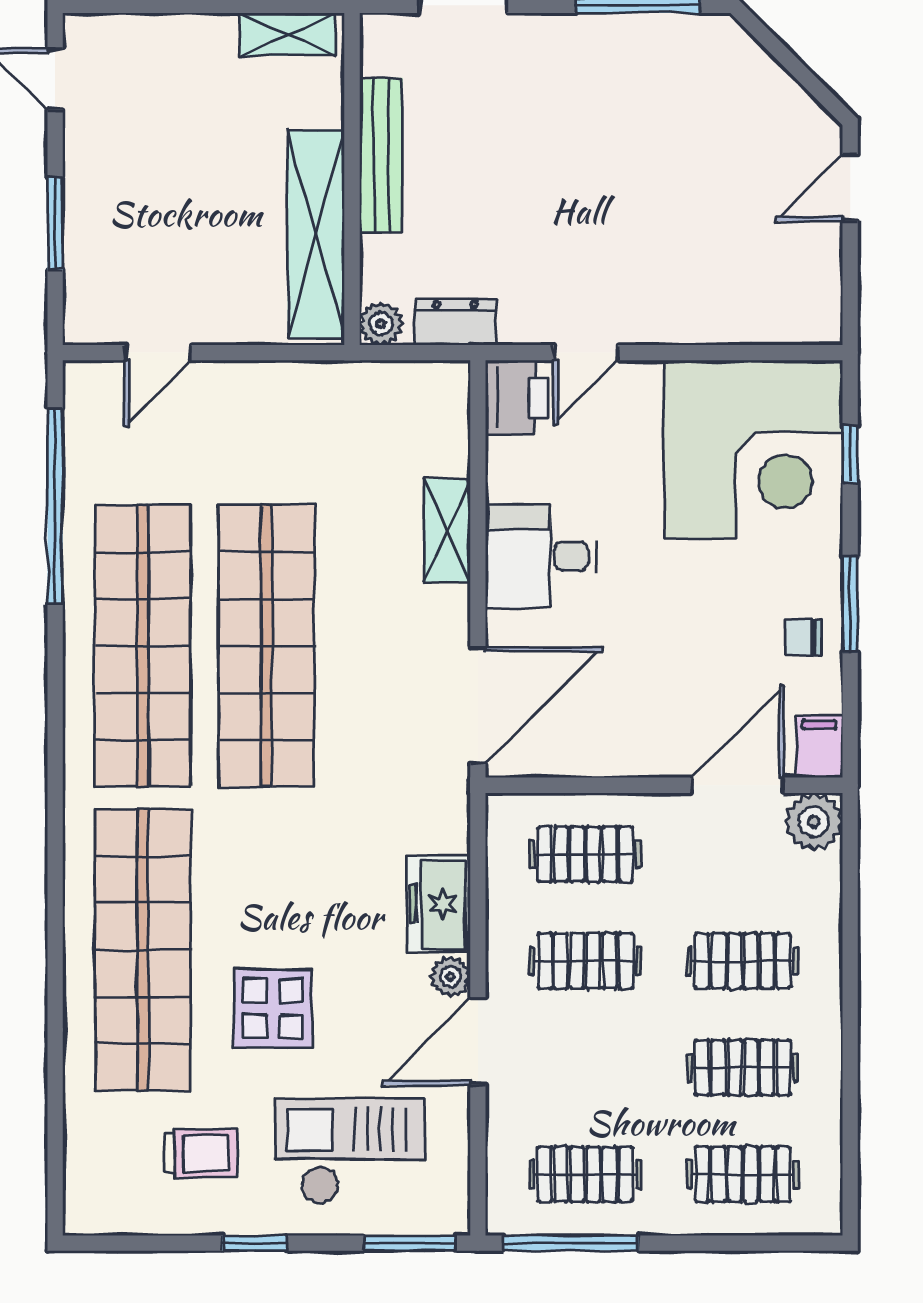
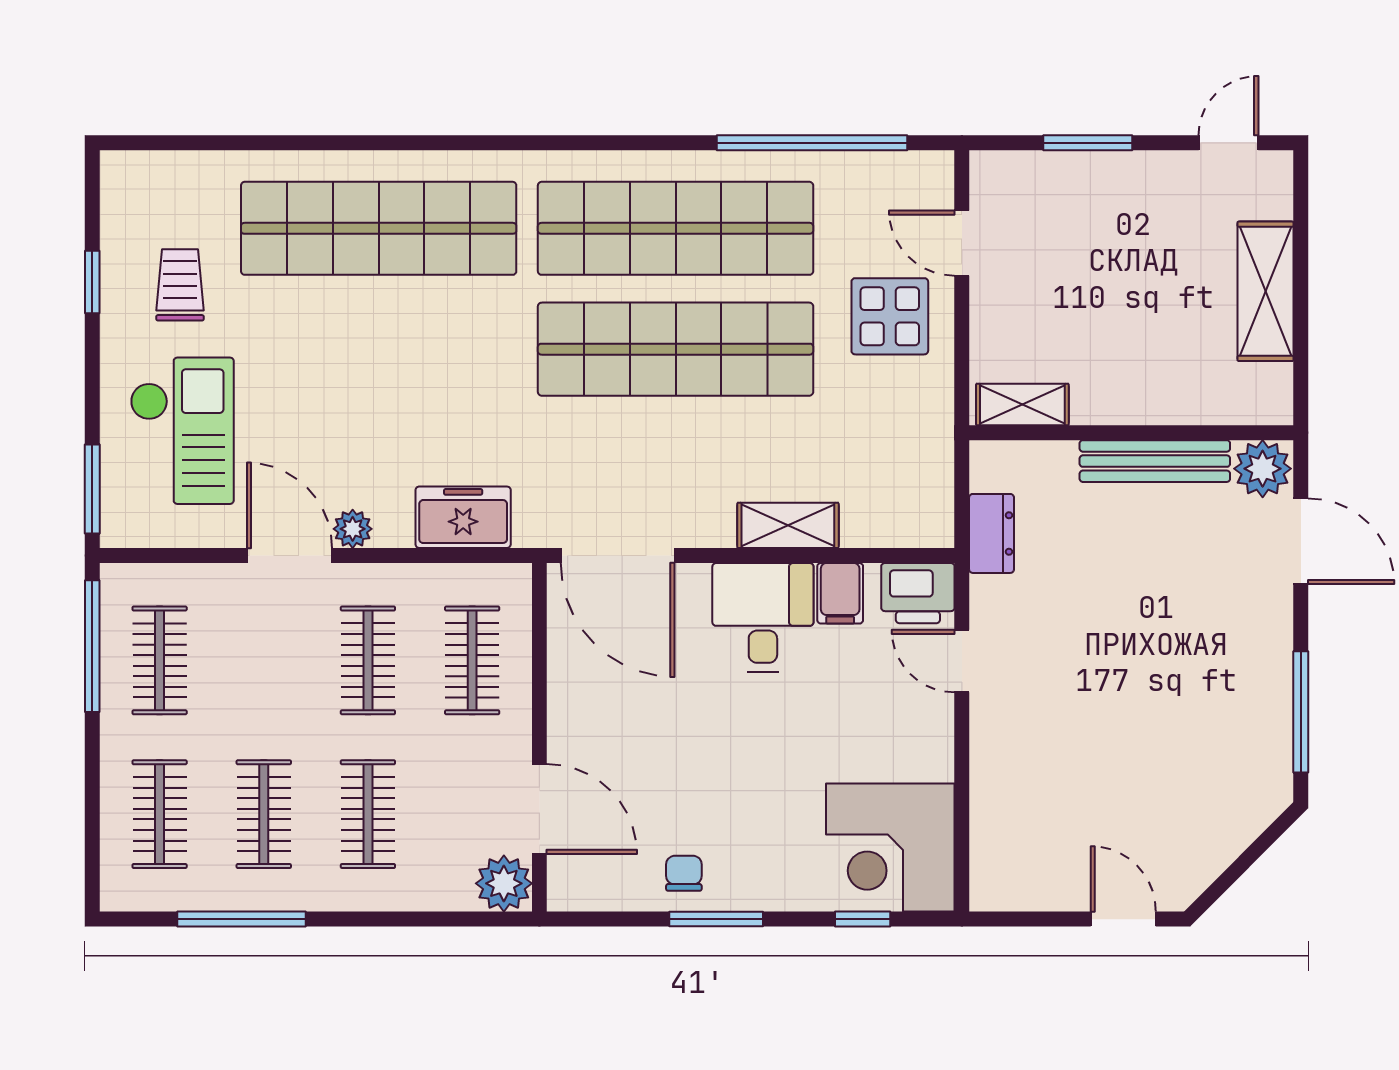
shelving: (288, 34) -> (1265, 291), moved, width x1.50, depth x1.33
shelving: (316, 234) -> (1022, 404), width x0.45, depth x0.75
plant: (381, 324) -> (1263, 469), moved, width x1.38, depth x1.38
corner desk: (753, 450) -> (890, 847), width x0.74, depth x0.74
filing cabinet: (819, 747) -> (840, 593), moved, turned 90
freezer: (439, 904) -> (463, 517), moved
display table: (273, 1009) -> (890, 316), moved
window: (850, 1090) -> (241, 919), added
trolley: (201, 1153) -> (180, 285), turned 180
window: (254, 1243) -> (92, 282), moved

